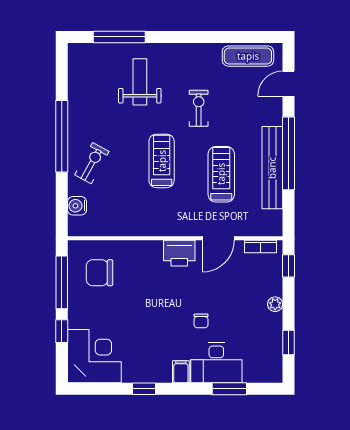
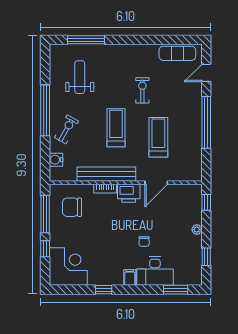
weight bench: (140, 82) -> (80, 77), moved
bench: (272, 168) -> (106, 174), moved, turned 90
bookcase: (260, 247) -> (105, 189), moved
window: (229, 389) -> (176, 290), moved

